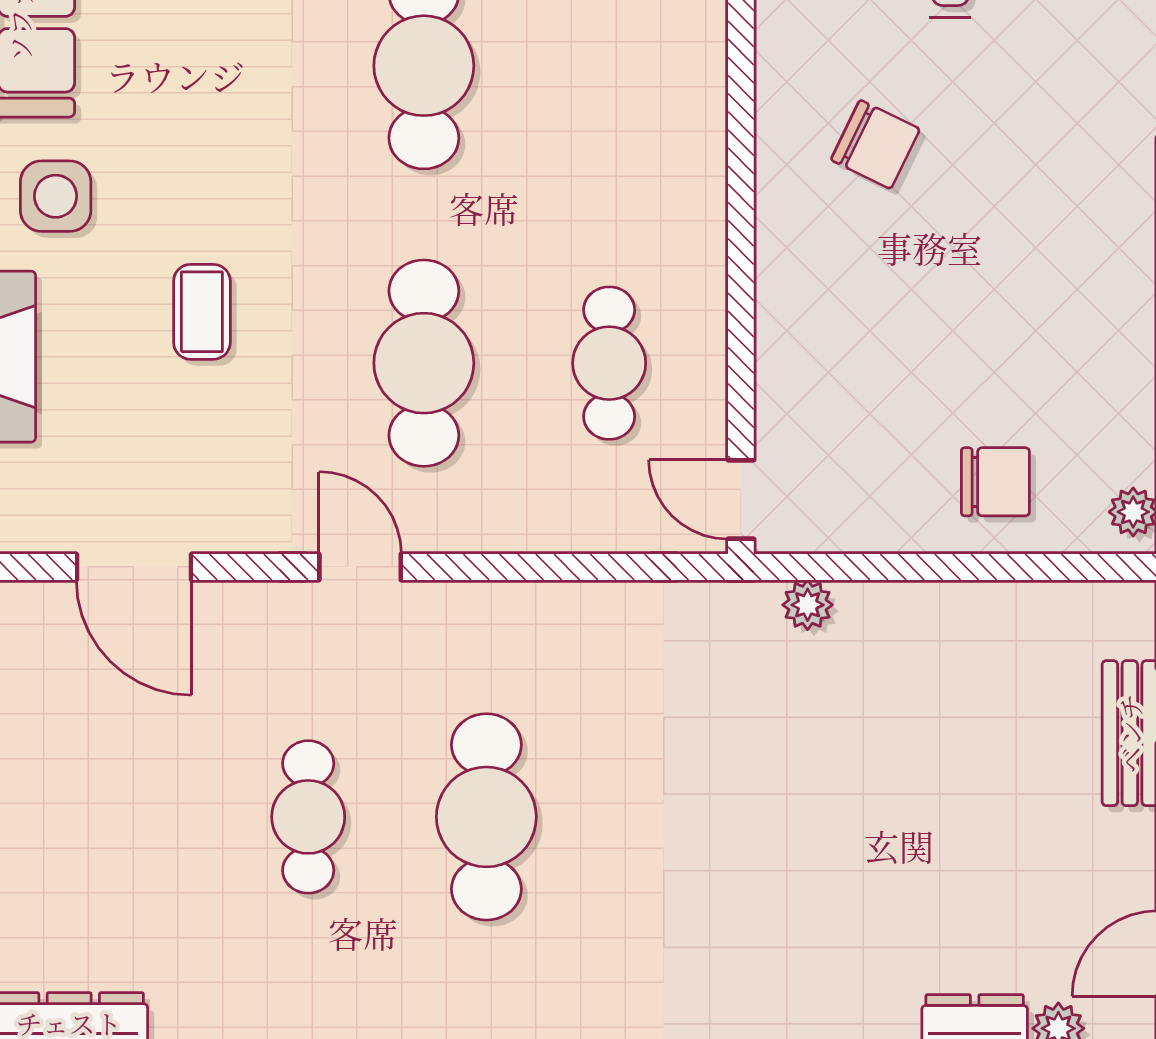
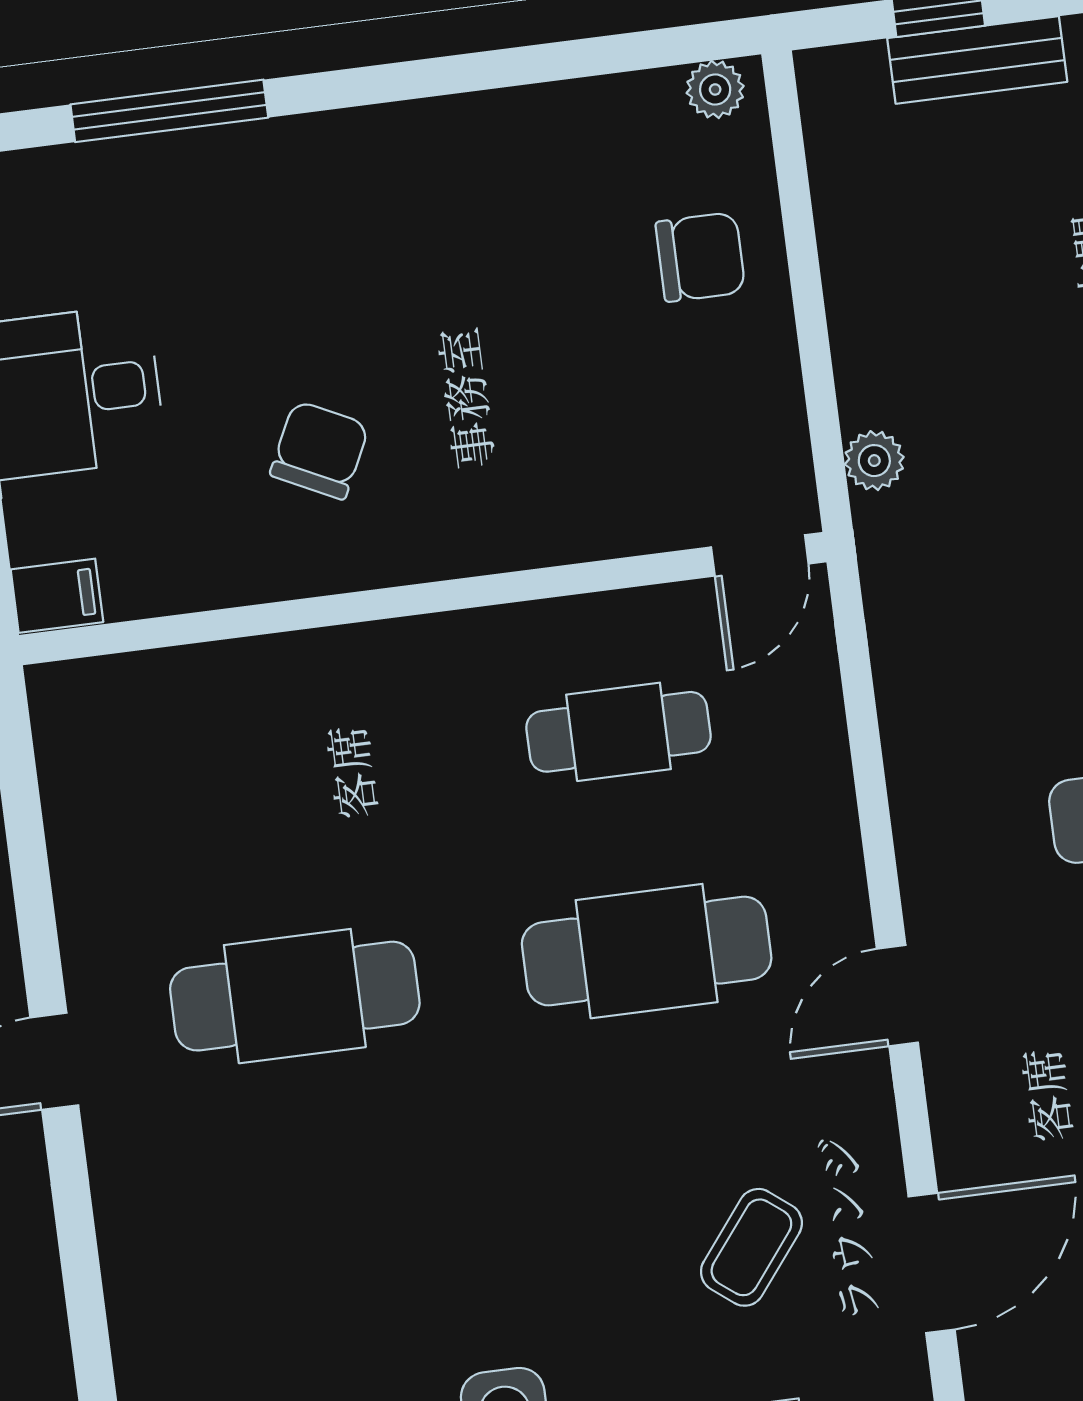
coffee table: (202, 312) -> (751, 1247), moved, turned -52
chair: (995, 482) -> (700, 257), turned 90

